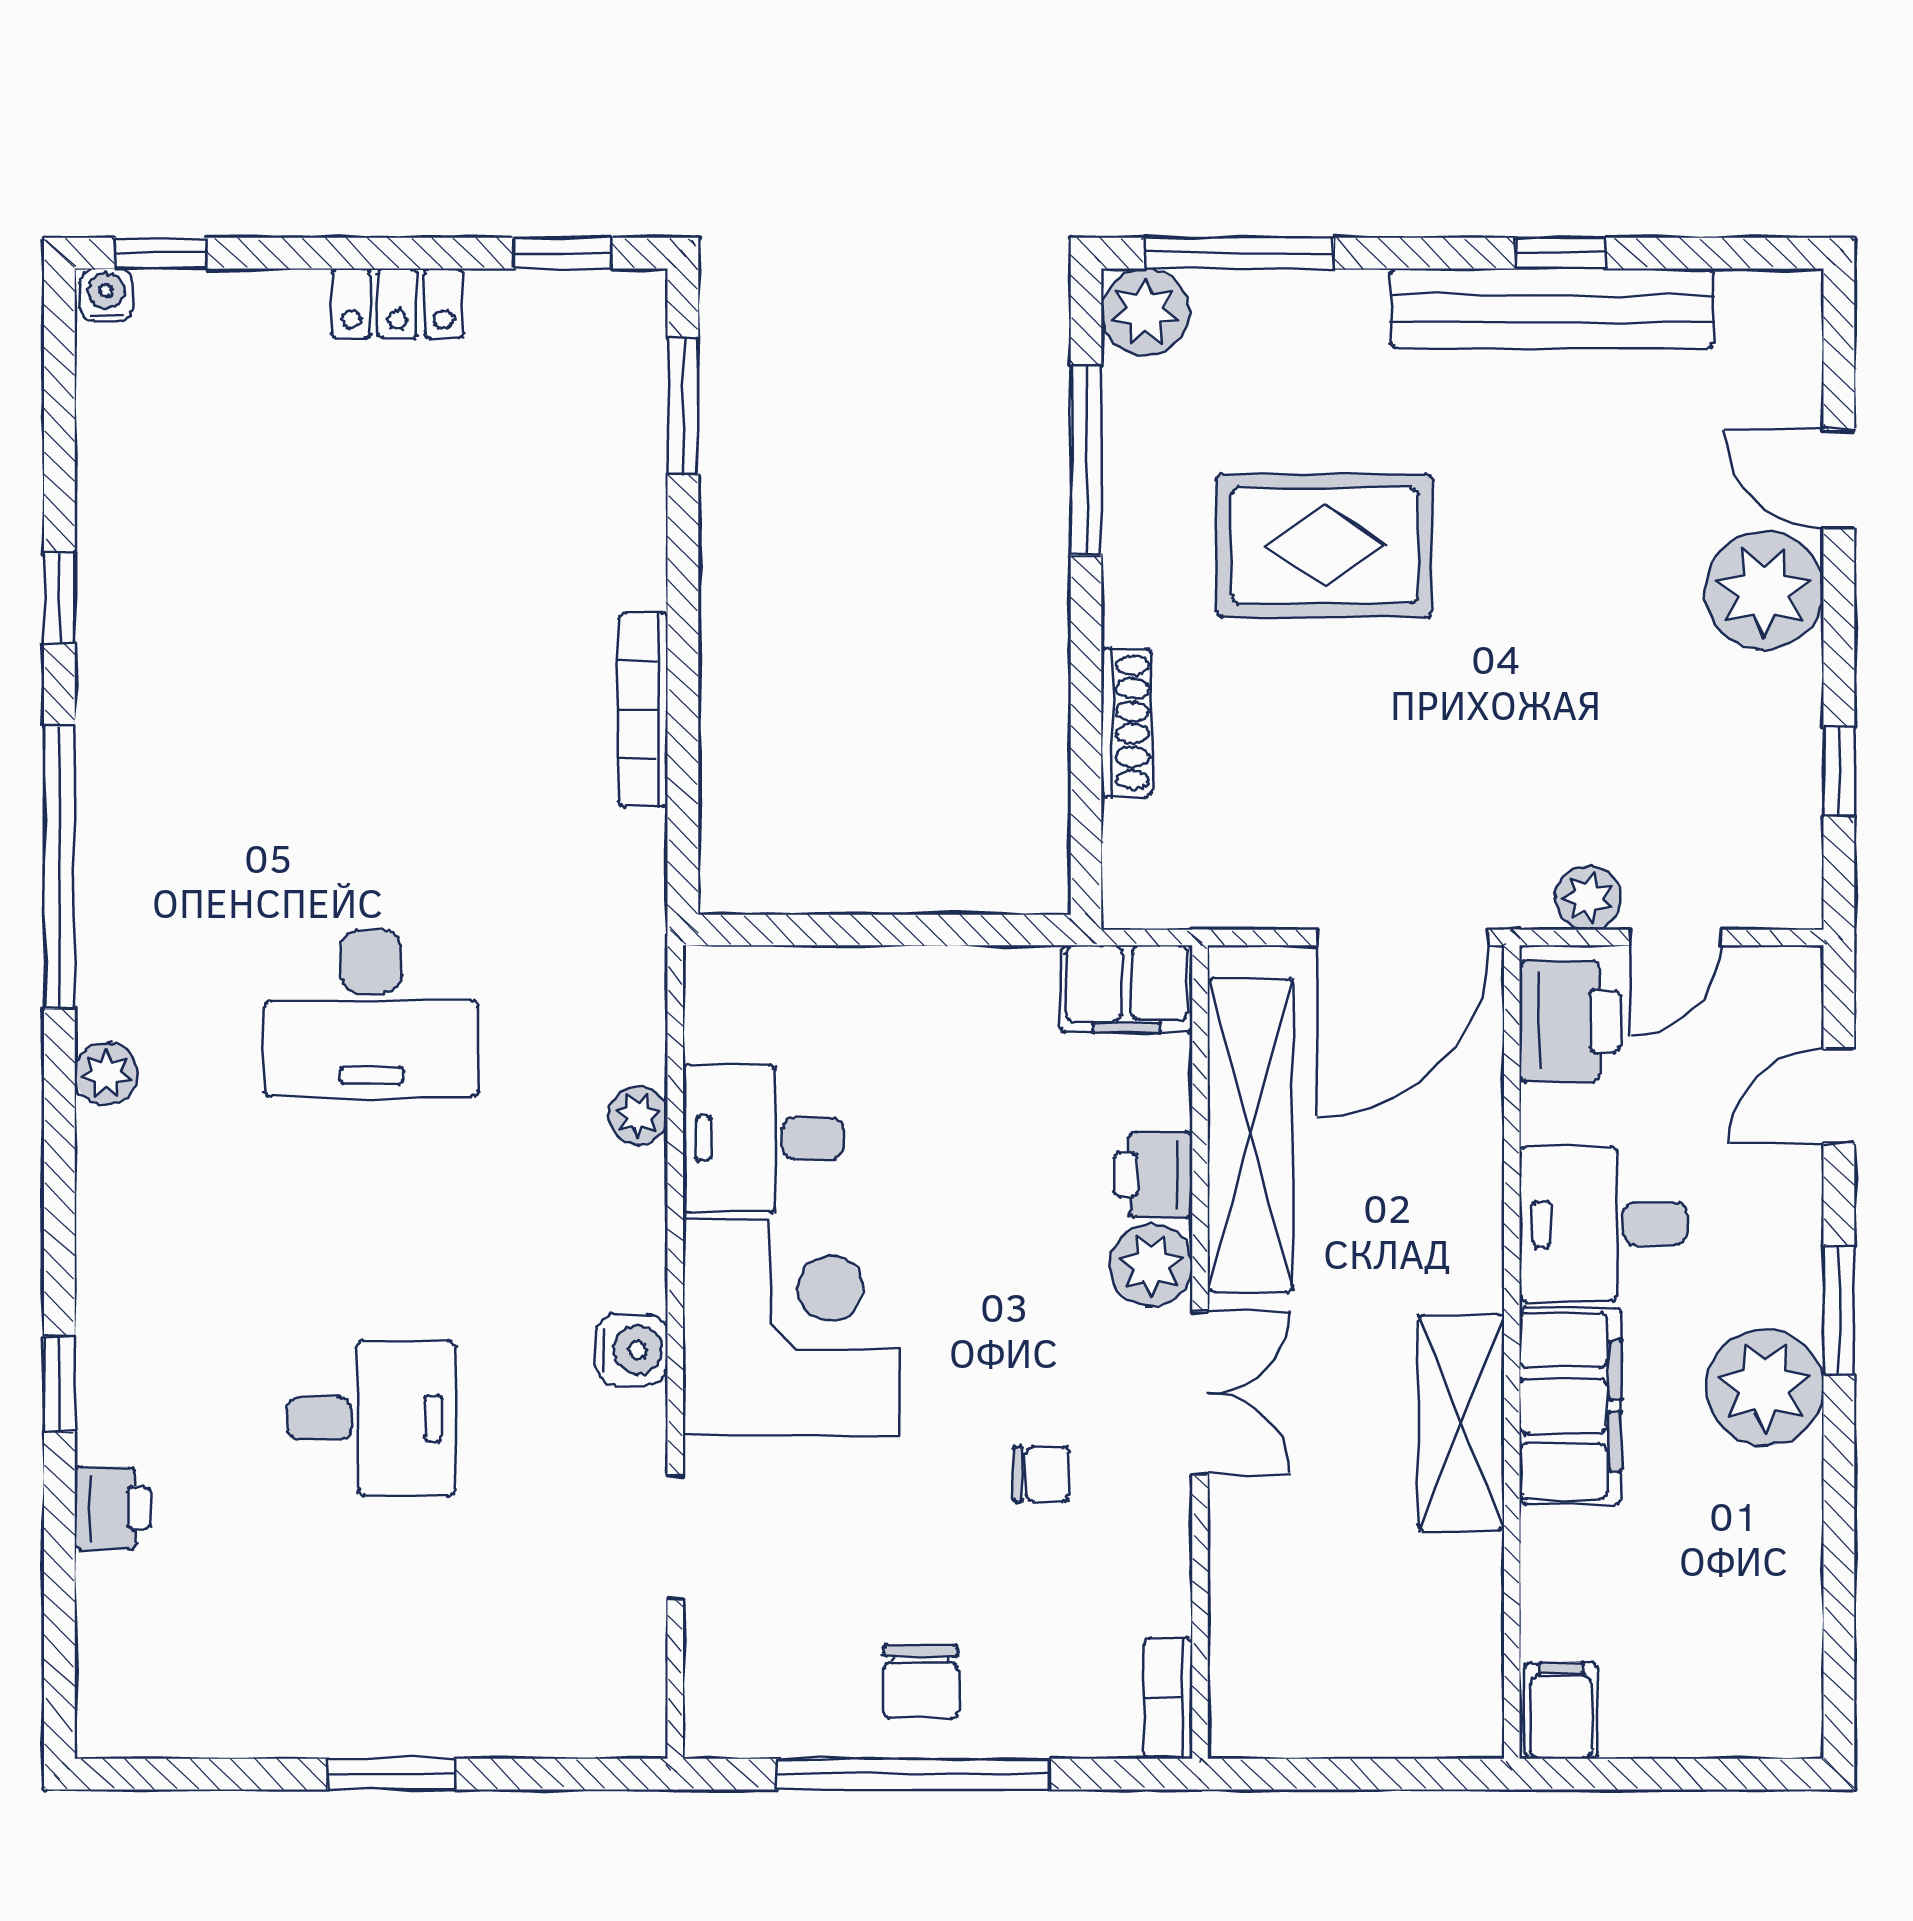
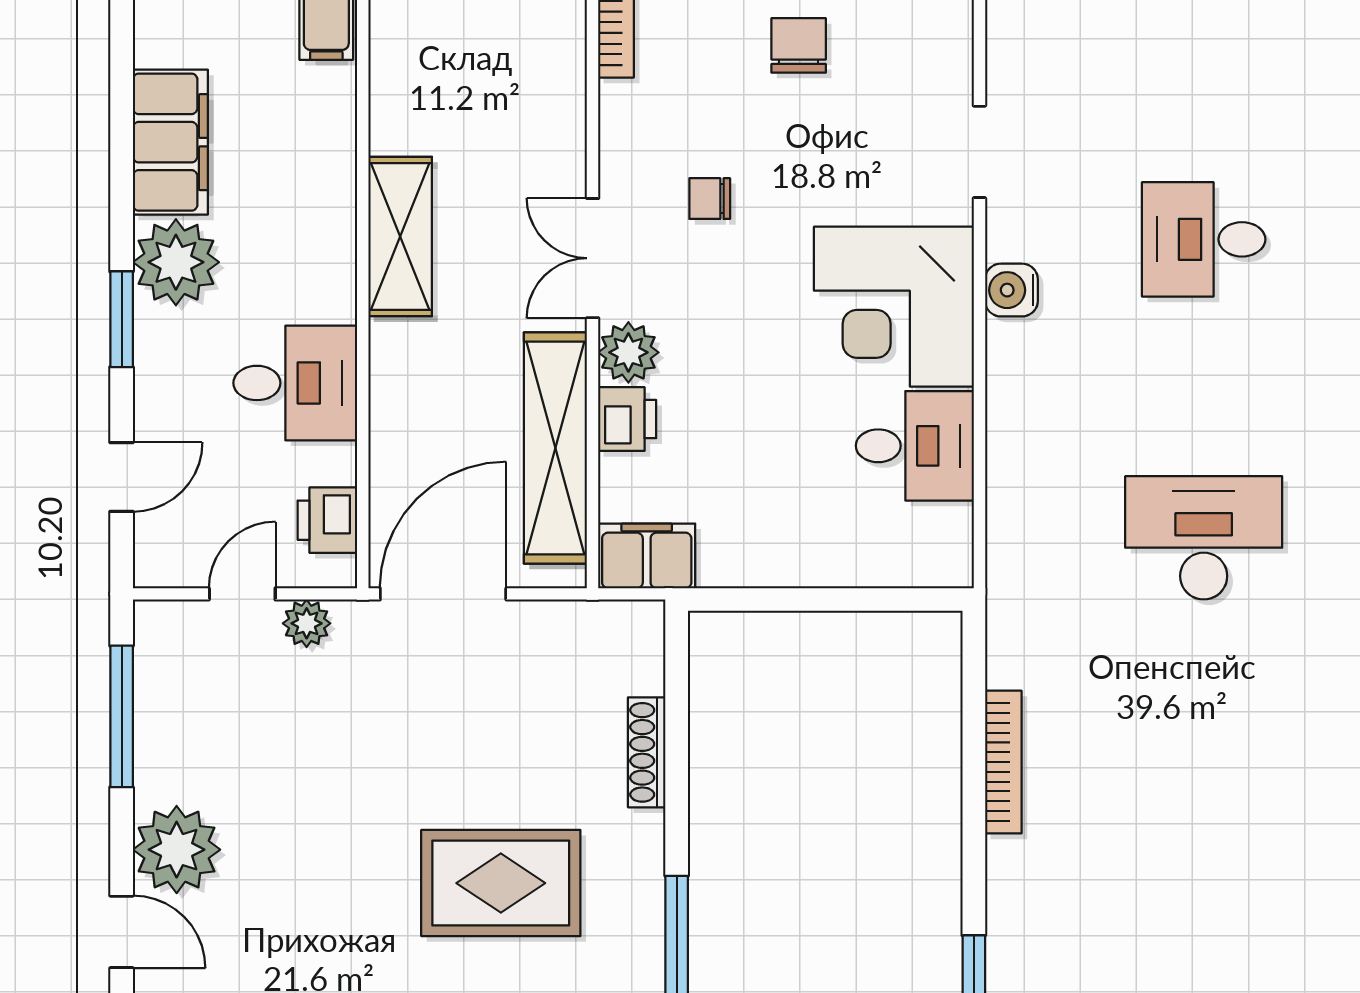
window: (1839, 771) -> (122, 716), width x2.17
printer: (1569, 1021) -> (327, 520), width x0.73, depth x0.81
plant: (638, 1116) -> (1007, 463), removed
filing cabinet: (1570, 1406) -> (170, 142), moved, turned 180

